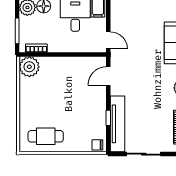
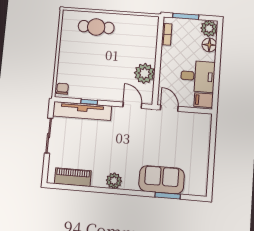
door: (108, 40) -> (169, 108), swing flipped
plant: (29, 67) -> (144, 73), moved
cafe table: (46, 136) -> (96, 27), moved, turned 90

